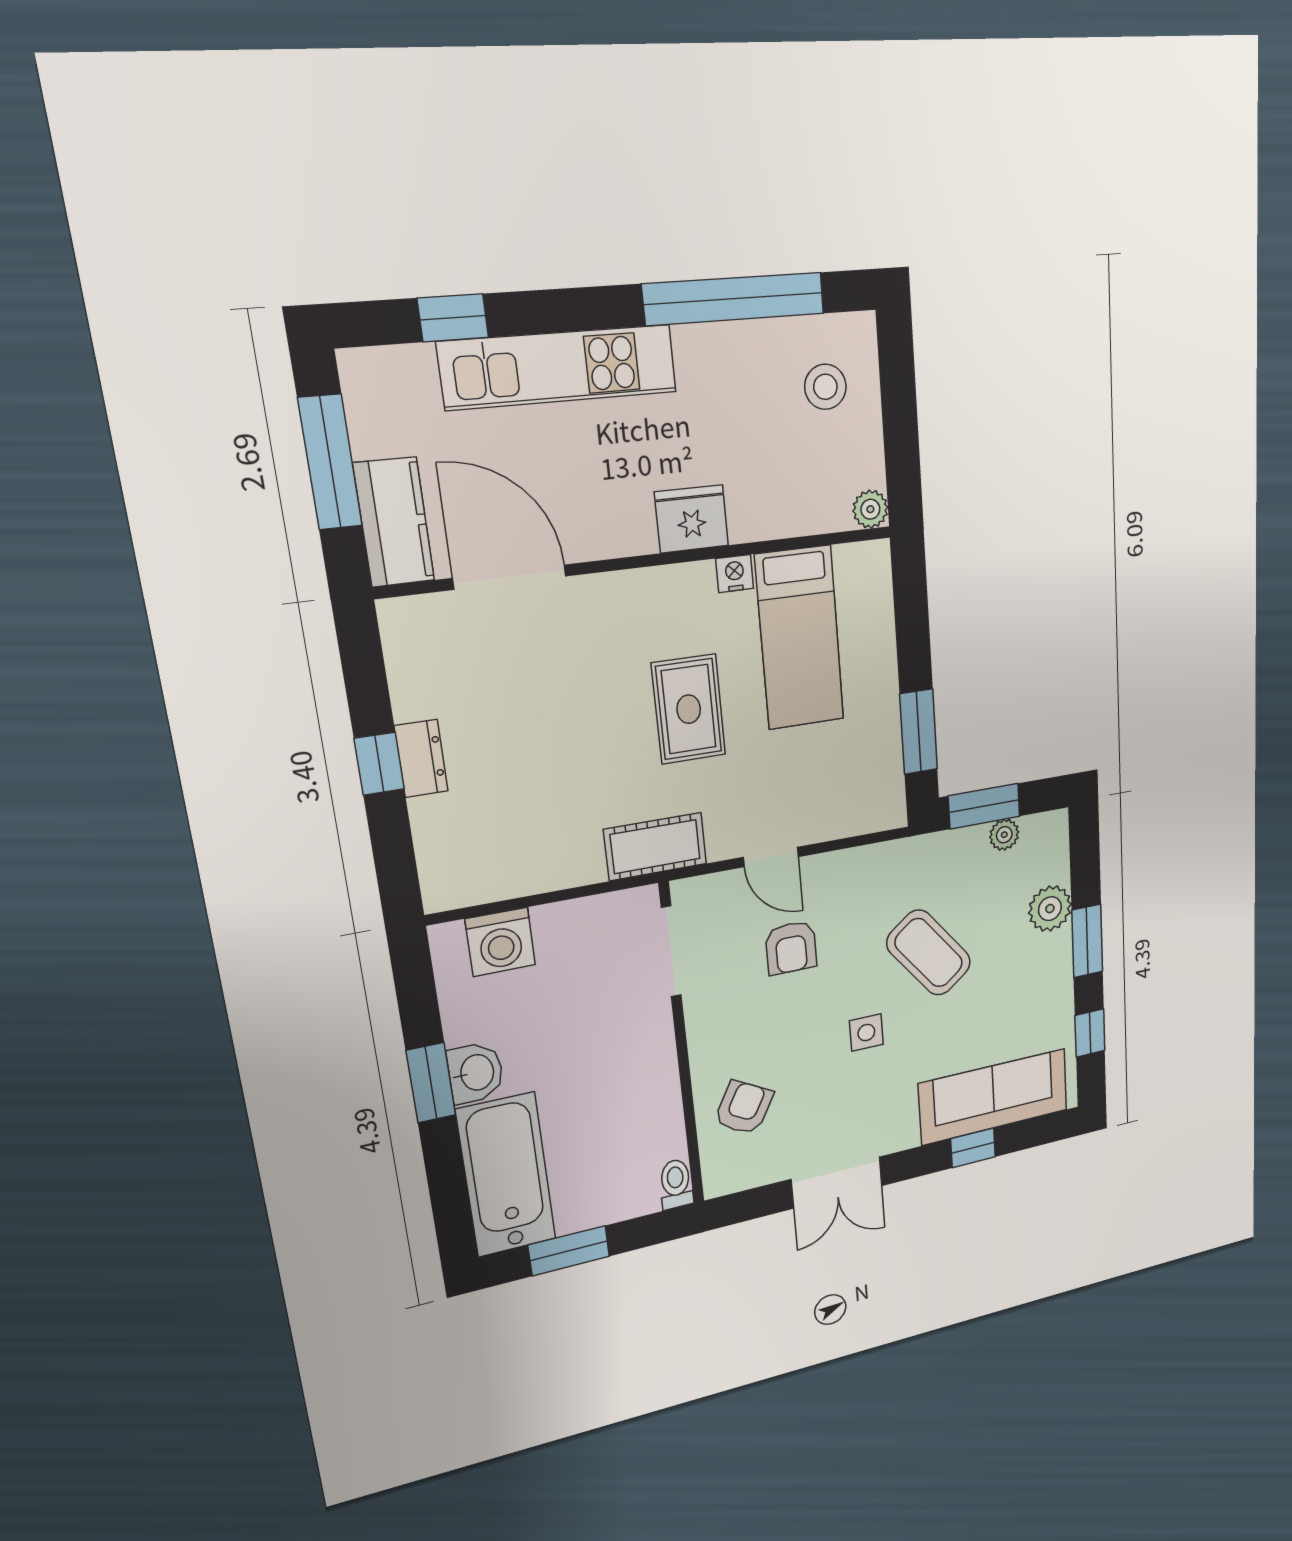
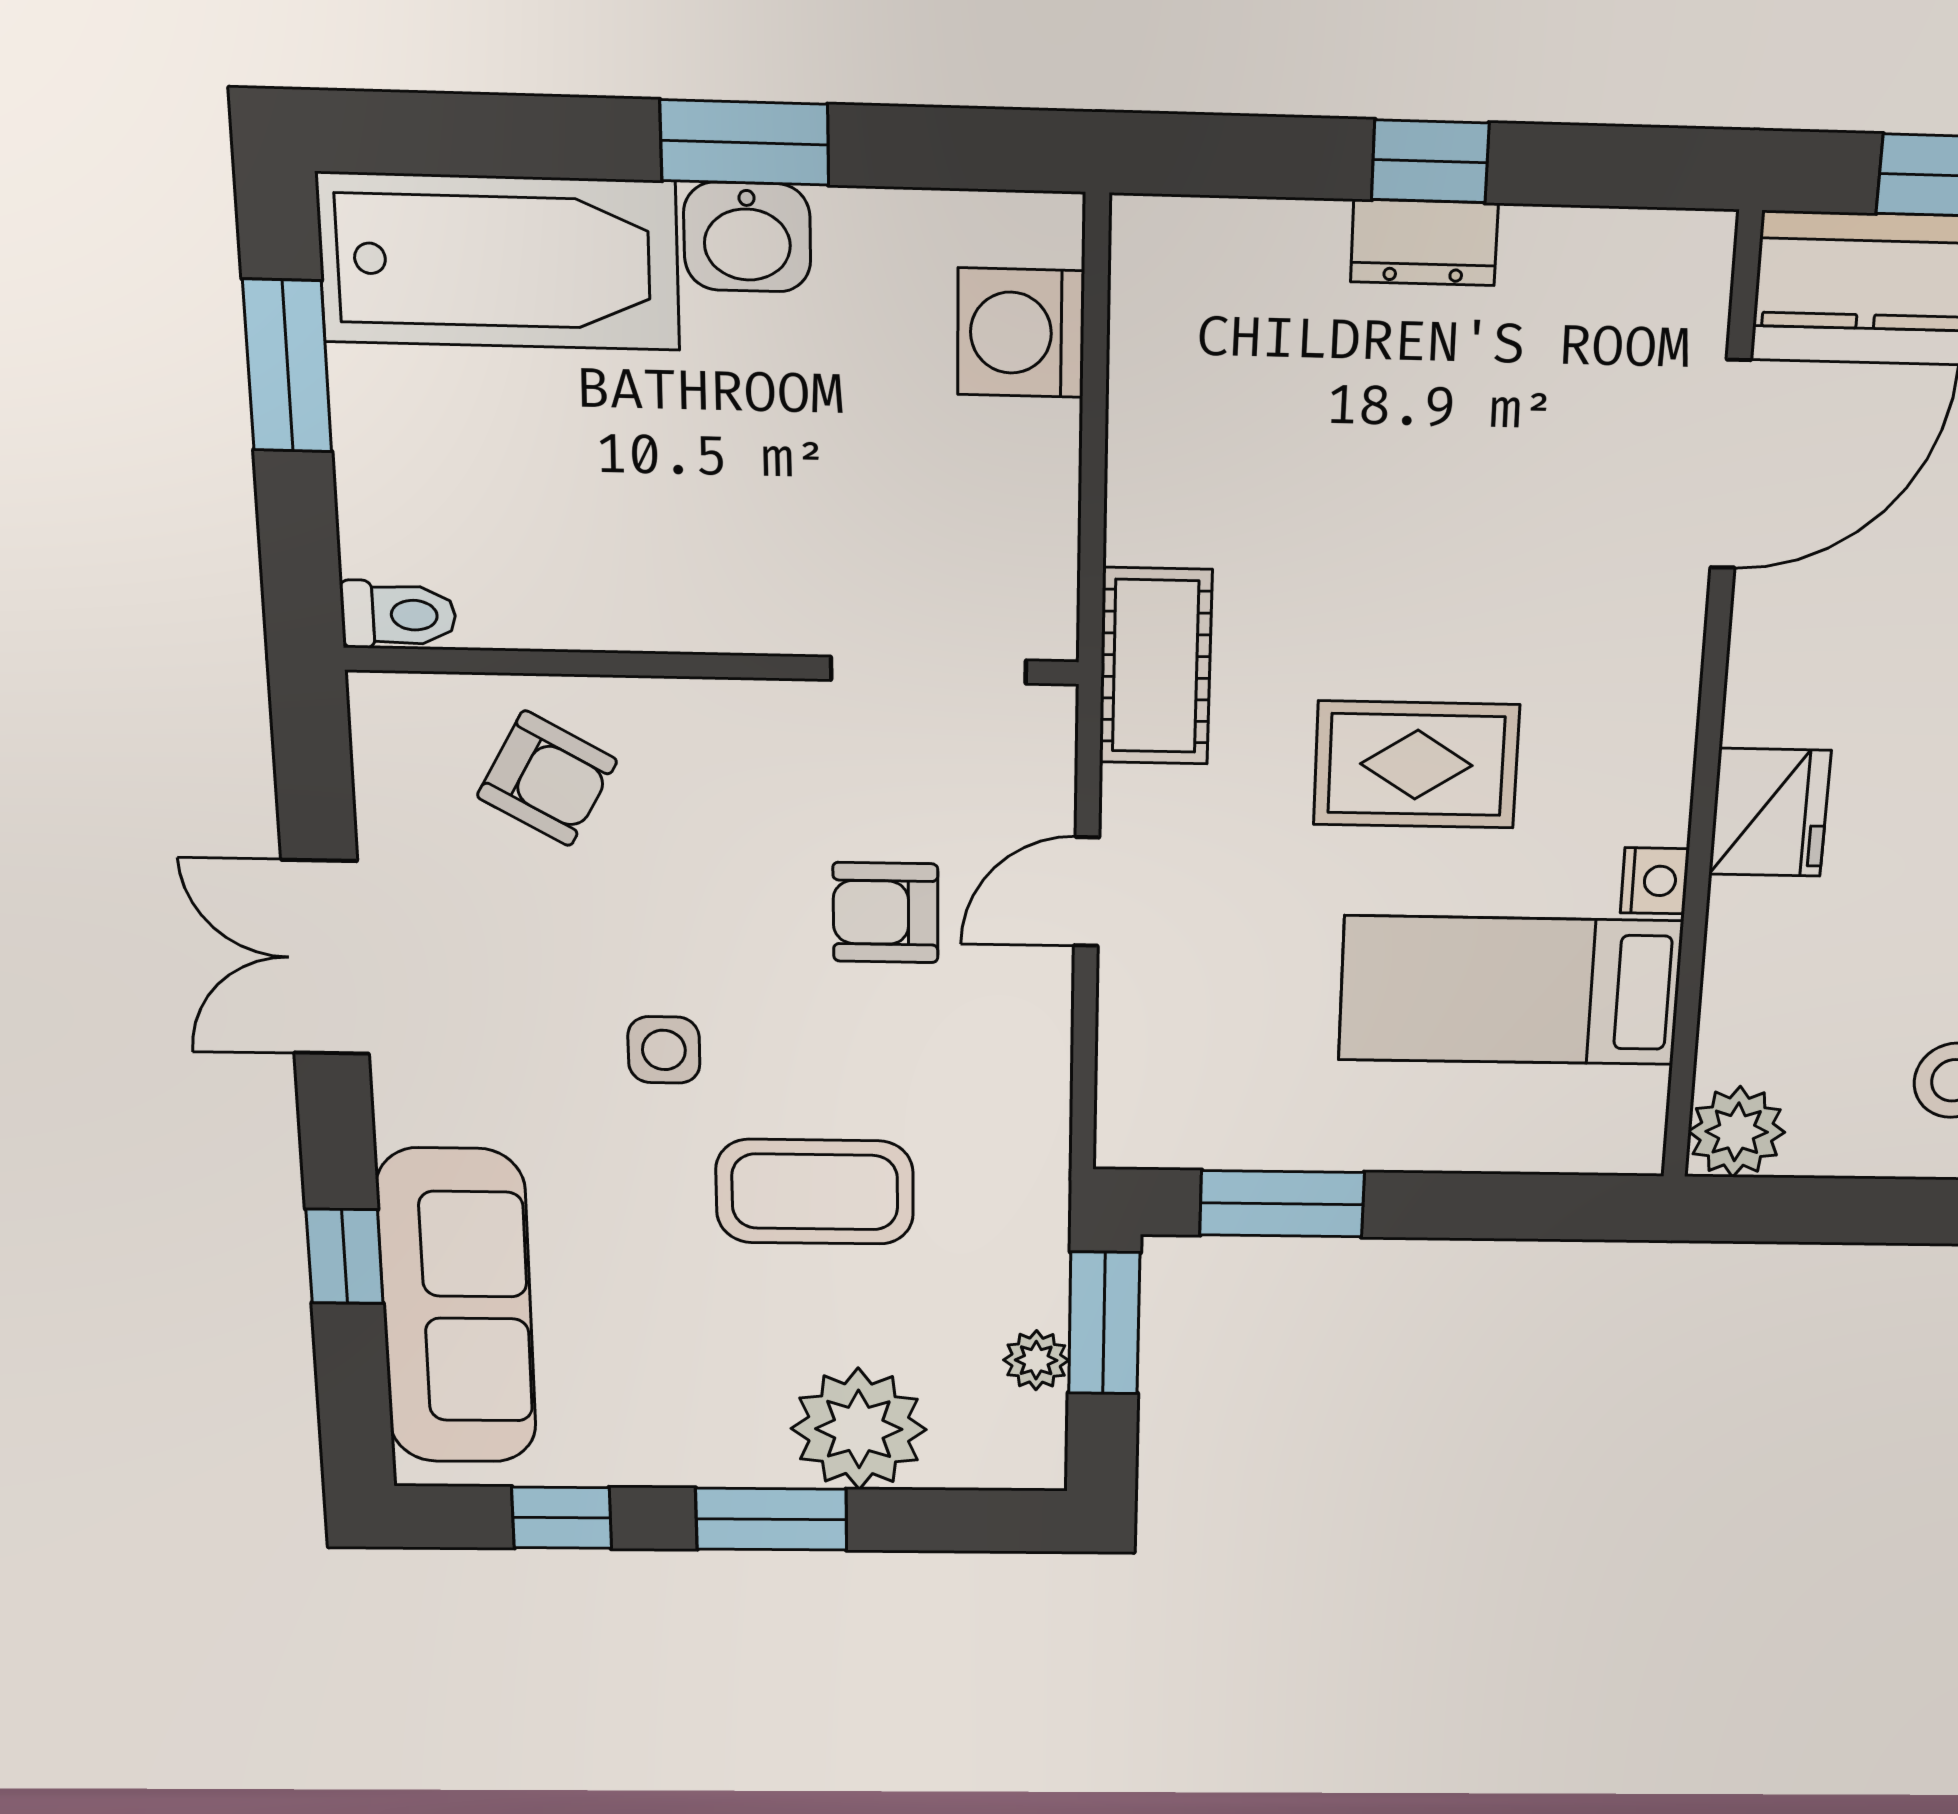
plant: (870, 509) -> (1737, 1132), width x1.38, depth x1.38
plant: (1050, 909) -> (859, 1429), width x1.36, depth x1.36
coffee table: (929, 953) -> (815, 1192), turned 38

